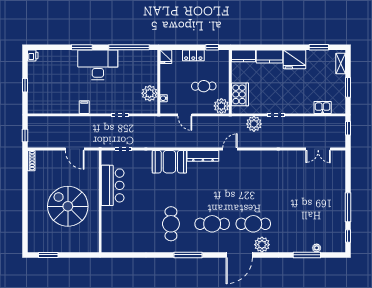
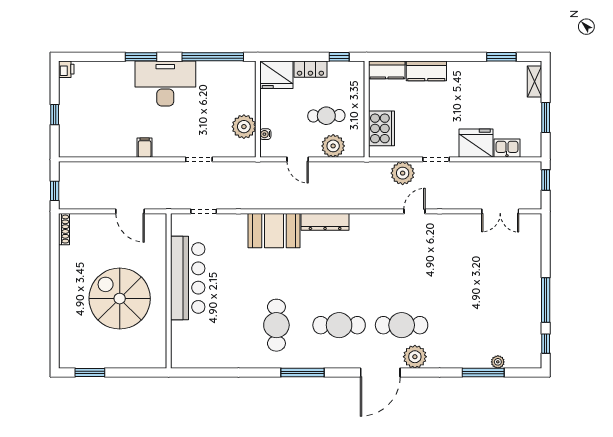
fridge: (166, 57) -> (276, 75), width x1.88, depth x1.34
fridge: (295, 59) -> (476, 143), moved, turned 180
plant: (221, 106) -> (333, 146), moved
door: (230, 149) -> (414, 211), moved
bar counter: (113, 185) -> (188, 278), width x1.36

